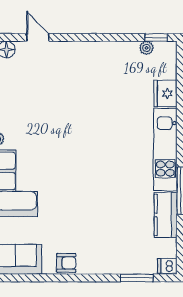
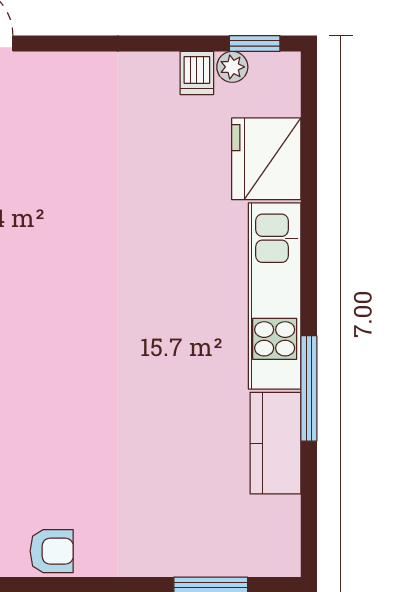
fridge: (165, 93) -> (266, 159), width x1.36, depth x1.34
dishwasher: (167, 266) -> (197, 73), moved, turned -90

